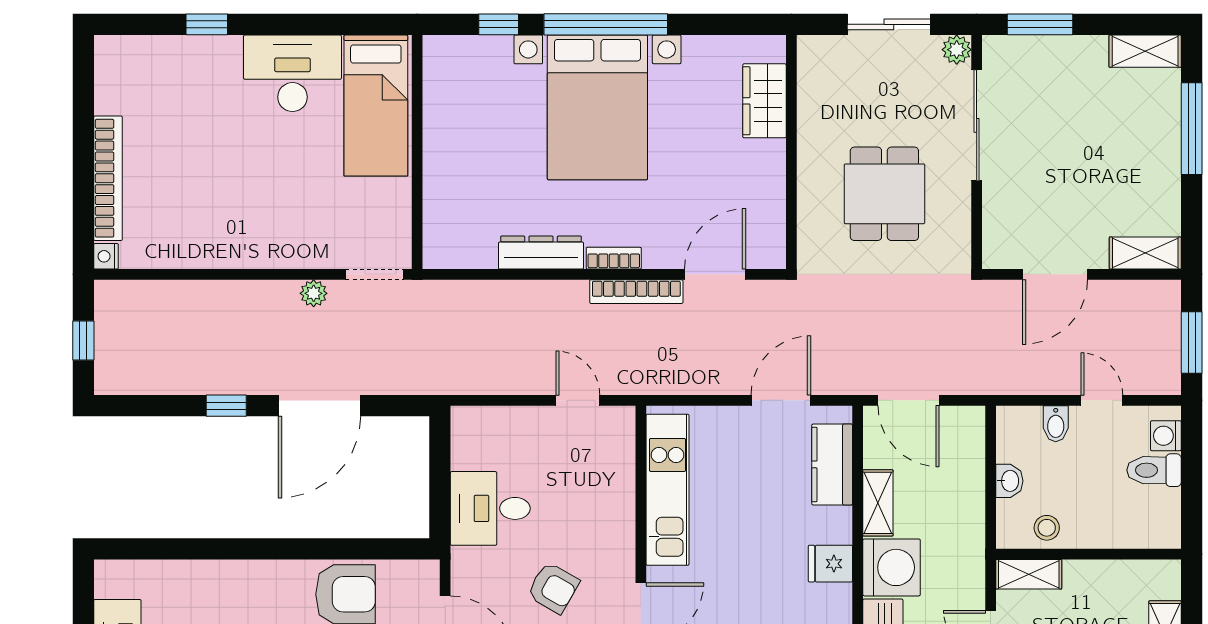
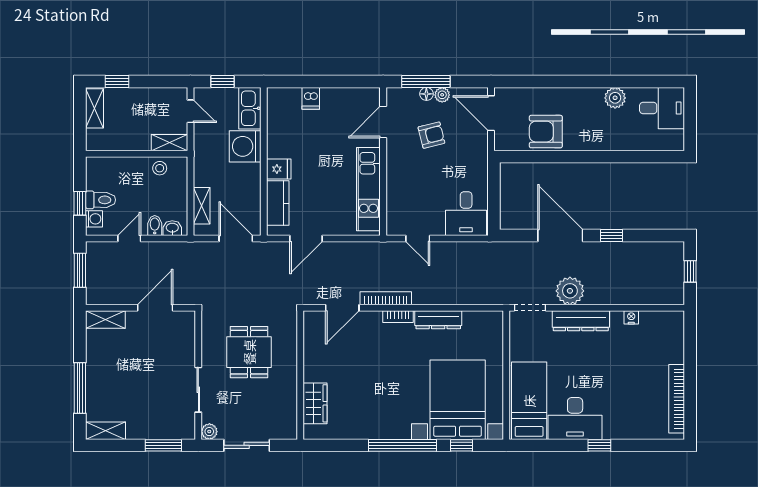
window: (207, 24) -> (599, 445), moved
bed with nightstands: (597, 107) -> (458, 400), moved
sliding door: (977, 125) -> (198, 390), width x0.73
bookcase: (108, 178) -> (677, 399), moved
dresser: (282, 251) -> (581, 321), added
nightstand: (106, 256) -> (631, 317), moved, turned -90
plant: (314, 293) -> (570, 291), width x1.88, depth x1.88
door: (1102, 400) -> (129, 238), swing flipped
door: (319, 406) -> (560, 236), hinge flipped
window: (1192, 464) -> (80, 203), added
washbasin: (1009, 481) -> (172, 228), moved, turned 90
shelving: (878, 503) -> (202, 206), moved
desk: (490, 508) -> (466, 214), moved, turned 90
fridge: (830, 564) -> (279, 169), moved
armchair: (553, 588) -> (431, 135), turned 136

